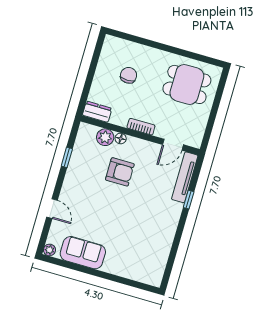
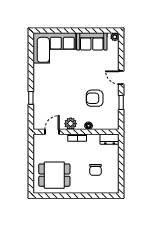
plant: (105, 137) -> (71, 124), moved
armchair: (120, 172) -> (95, 98), moved
tv unit: (185, 177) -> (38, 112), removed
door: (52, 209) -> (121, 78), moved
corner sofa: (137, 259) -> (54, 48), added

